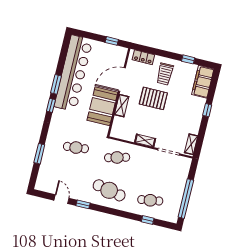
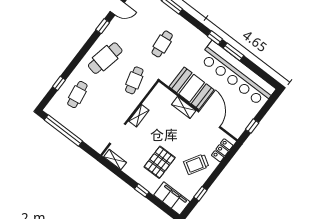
trolley: (165, 74) -> (196, 164), turned -59
pallet: (153, 98) -> (160, 162), moved

